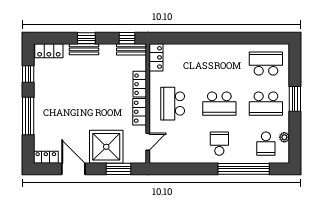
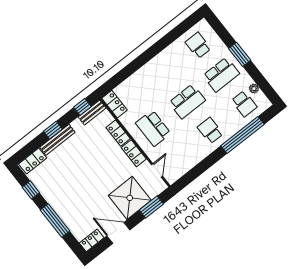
bench: (84, 49) -> (57, 140), width x1.36
school desk: (266, 64) -> (198, 45), width x0.54

